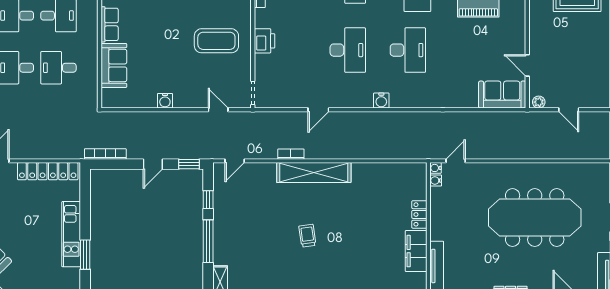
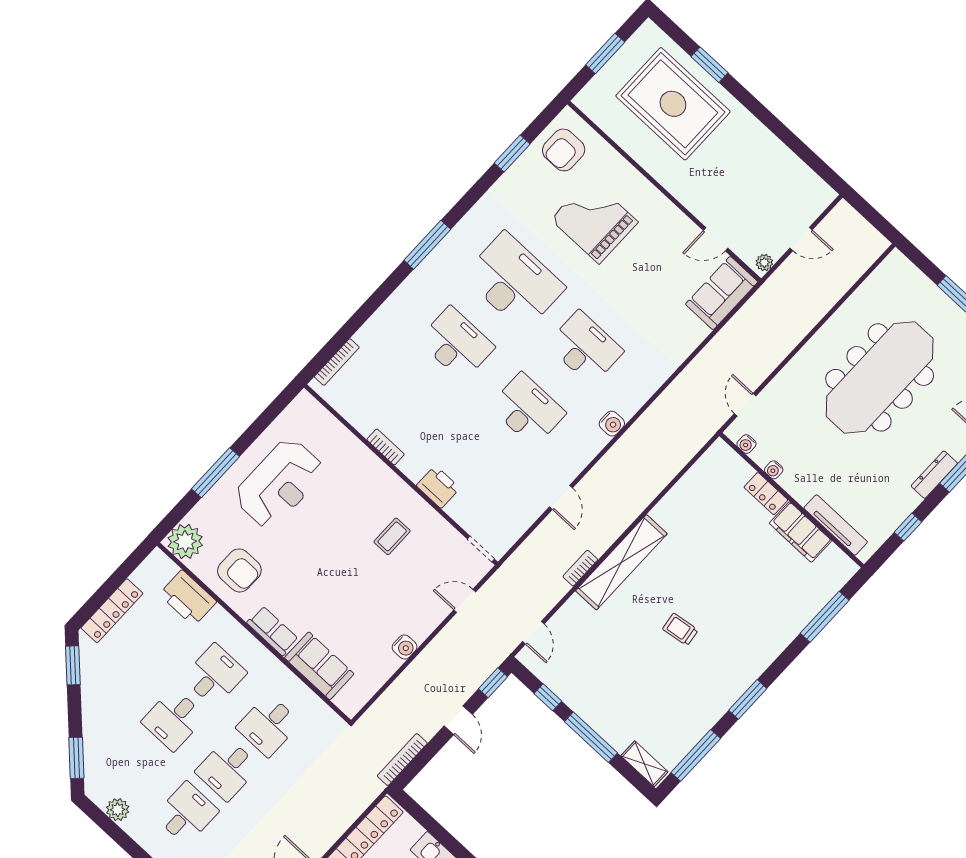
coffee table: (216, 41) -> (392, 536), width x0.54, depth x0.58
water cooler: (435, 168) -> (774, 470), moved

